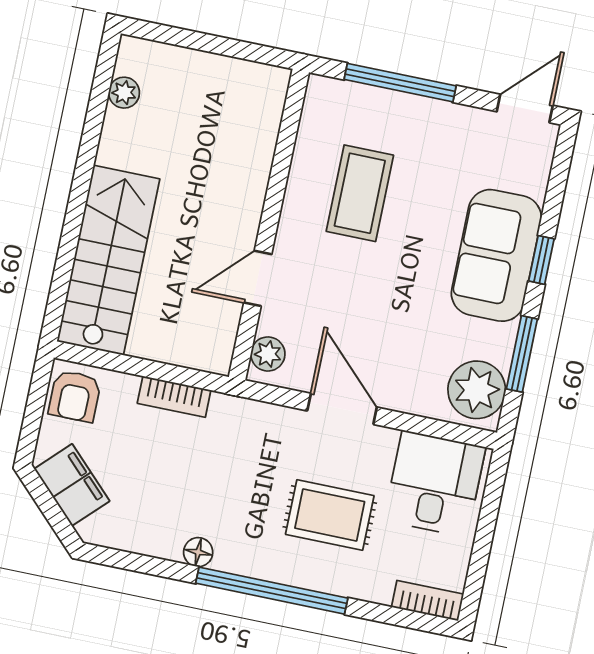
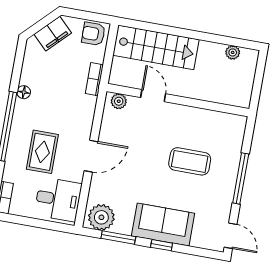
wall: (269, 225) -> (178, 100), moved
door: (258, 278) -> (153, 96), moved
plant: (268, 354) -> (119, 101), moved

